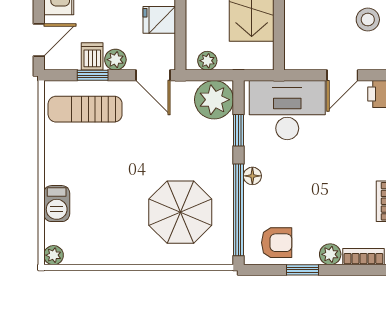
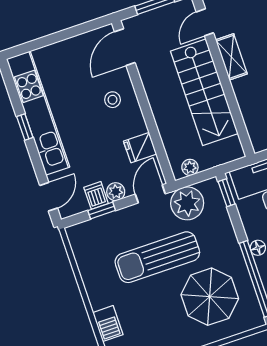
door: (153, 75) -> (150, 194), swing flipped
plant: (214, 100) -> (187, 203), moved
sun lounger: (85, 109) -> (157, 257), moved, width x1.36, depth x1.34
window: (238, 130) -> (227, 193), moved

